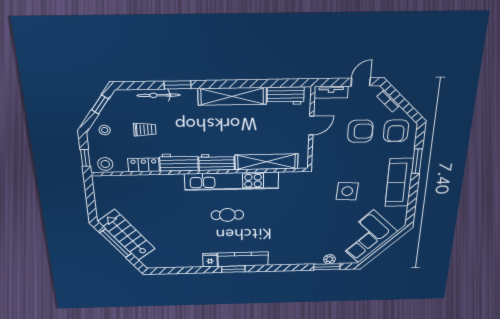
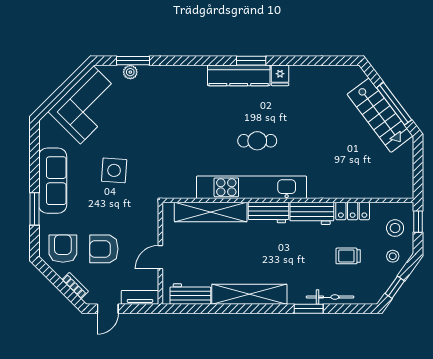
stool: (105, 164) -> (395, 228), moved

